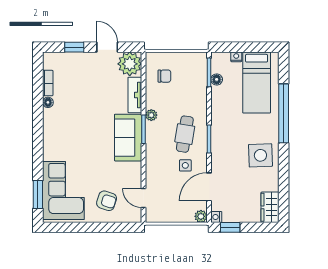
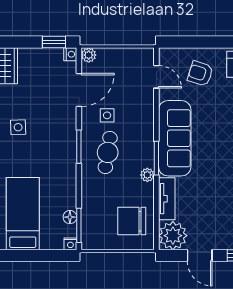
nightstand: (236, 57) -> (70, 244), moved
chair: (164, 76) -> (132, 221), width x1.87, depth x1.87
sofa: (128, 138) -> (175, 138), width x1.36
side table: (260, 155) -> (18, 127), width x0.54, depth x0.54

